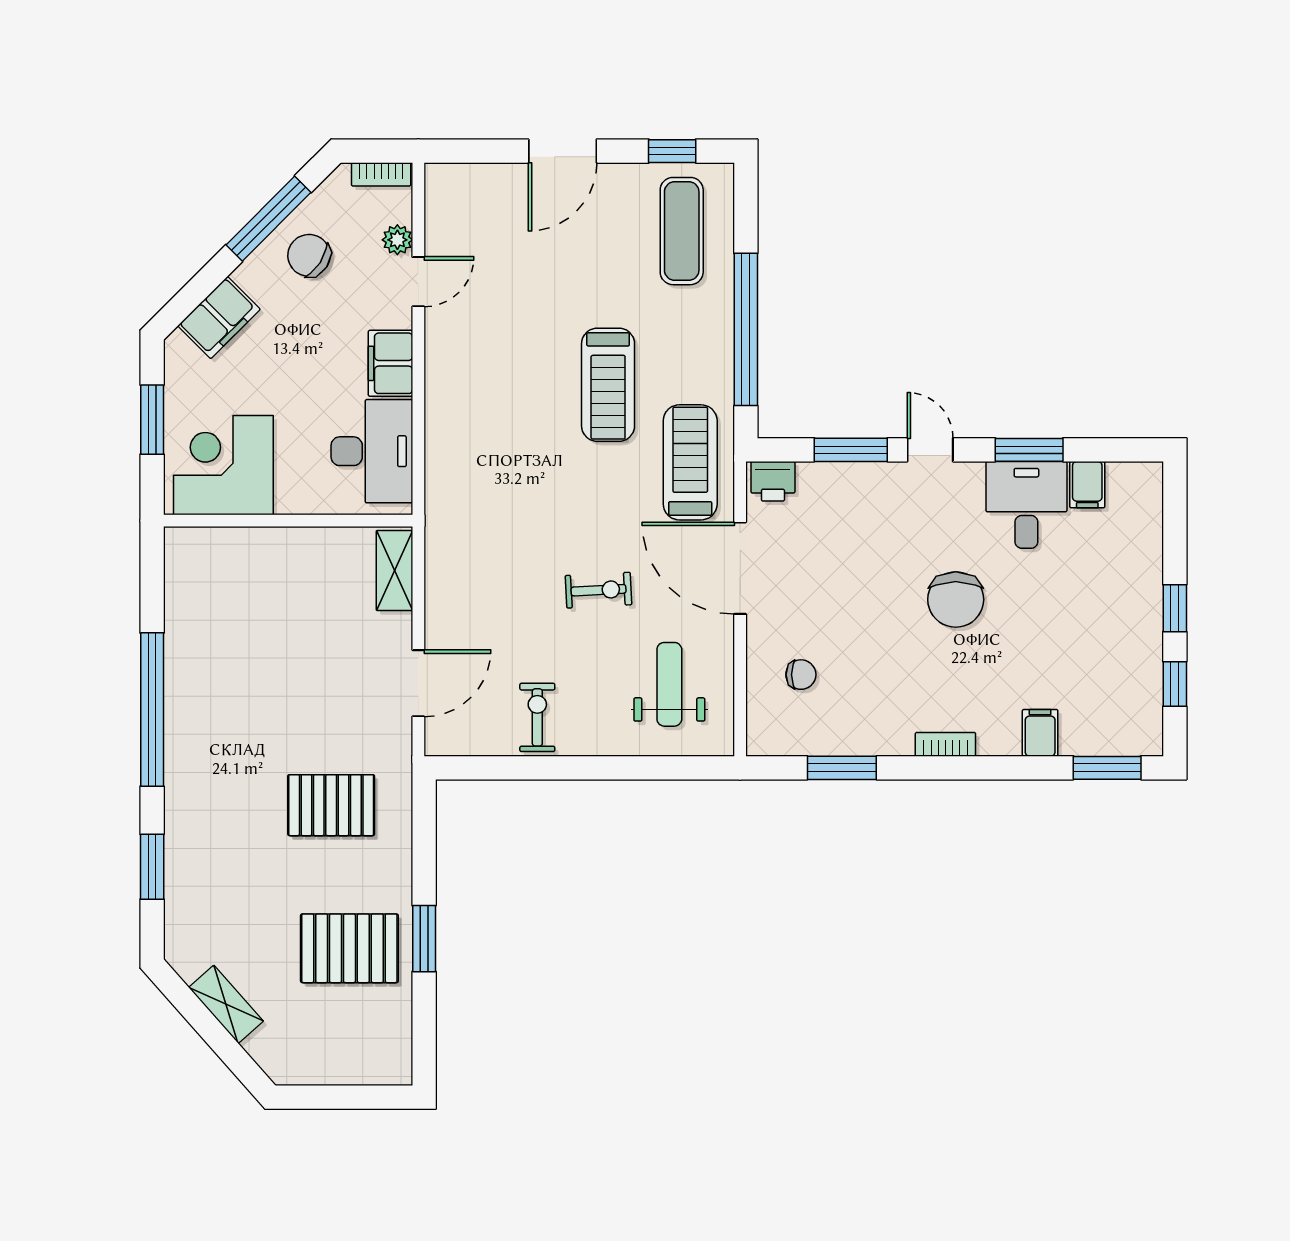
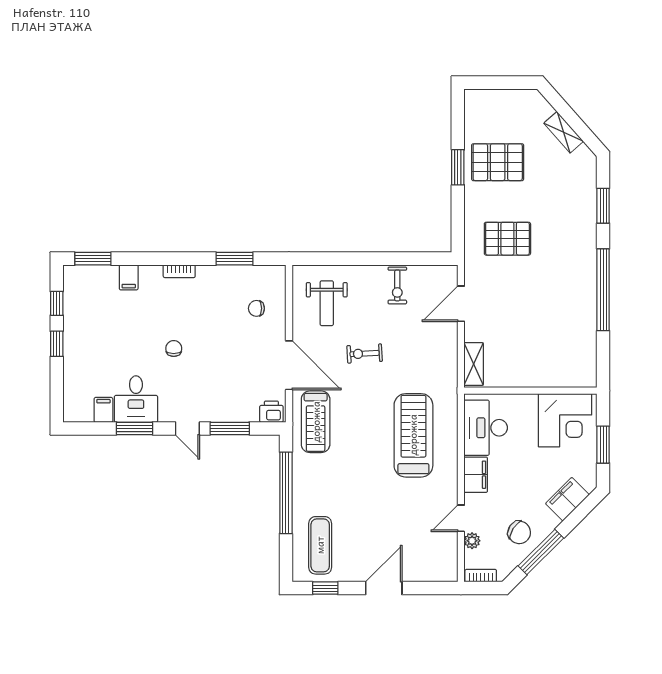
treadmill: (608, 385) -> (413, 435), moved, width x1.37, depth x1.38
chair: (956, 600) -> (174, 349), width x0.54, depth x0.54

